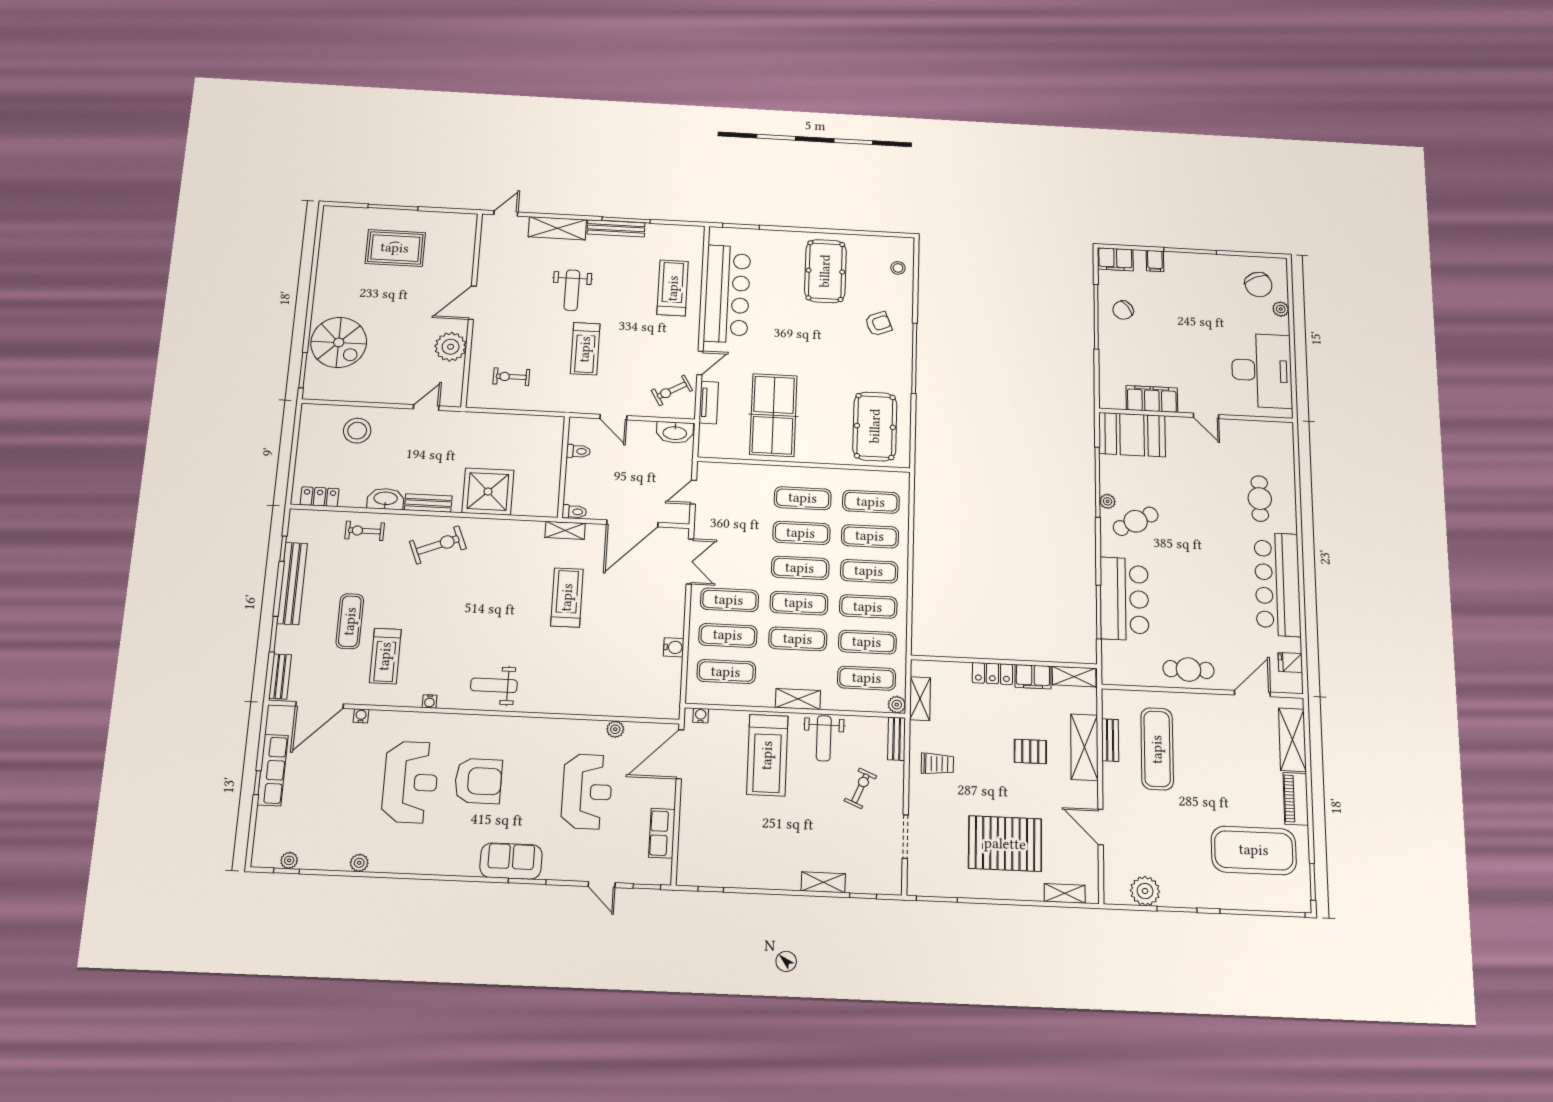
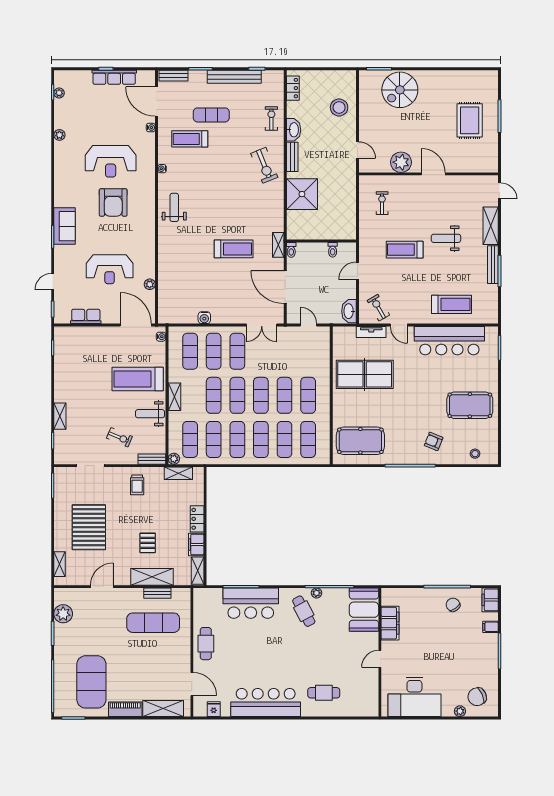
armchair: (878, 324) -> (434, 441), turned 134

